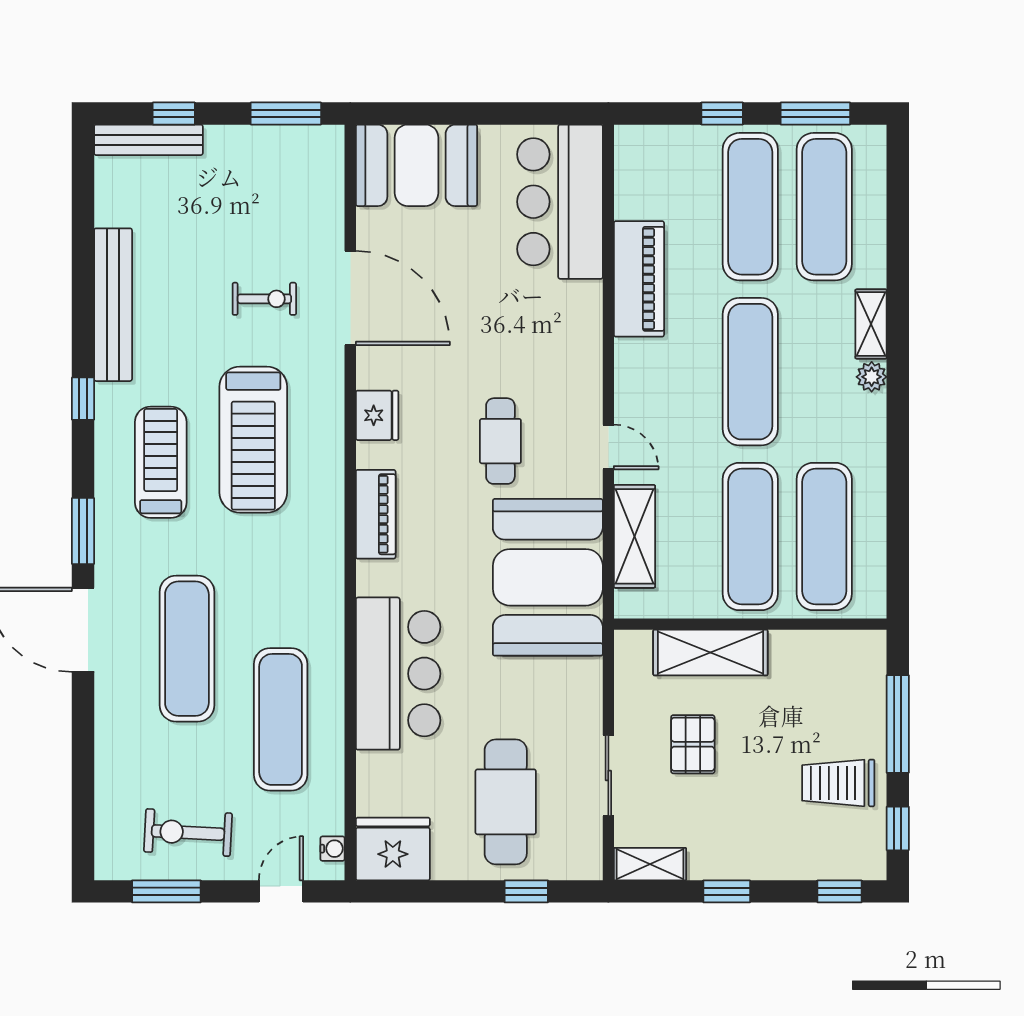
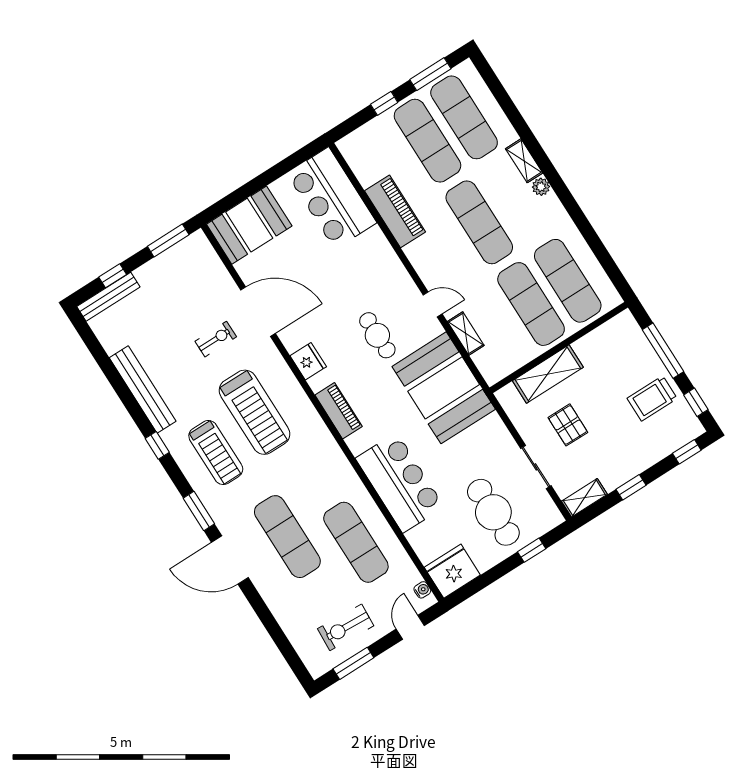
treadmill: (161, 462) -> (216, 453), turned 180
shelving: (634, 536) -> (466, 333), width x0.67, depth x0.75

